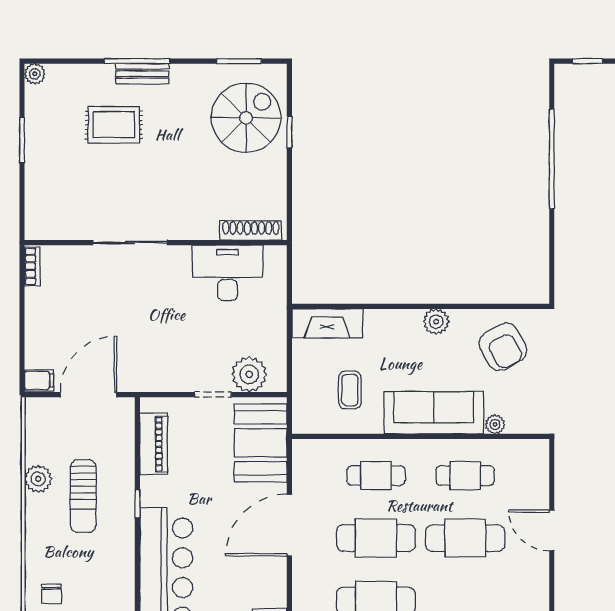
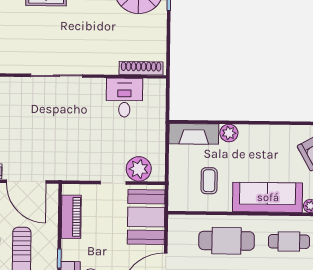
desk: (227, 273) -> (124, 98), width x0.73
plant: (436, 322) -> (229, 133), moved
door: (88, 395) -> (26, 182), swing flipped
cafe table: (376, 476) -> (227, 241), width x1.37, depth x1.35

